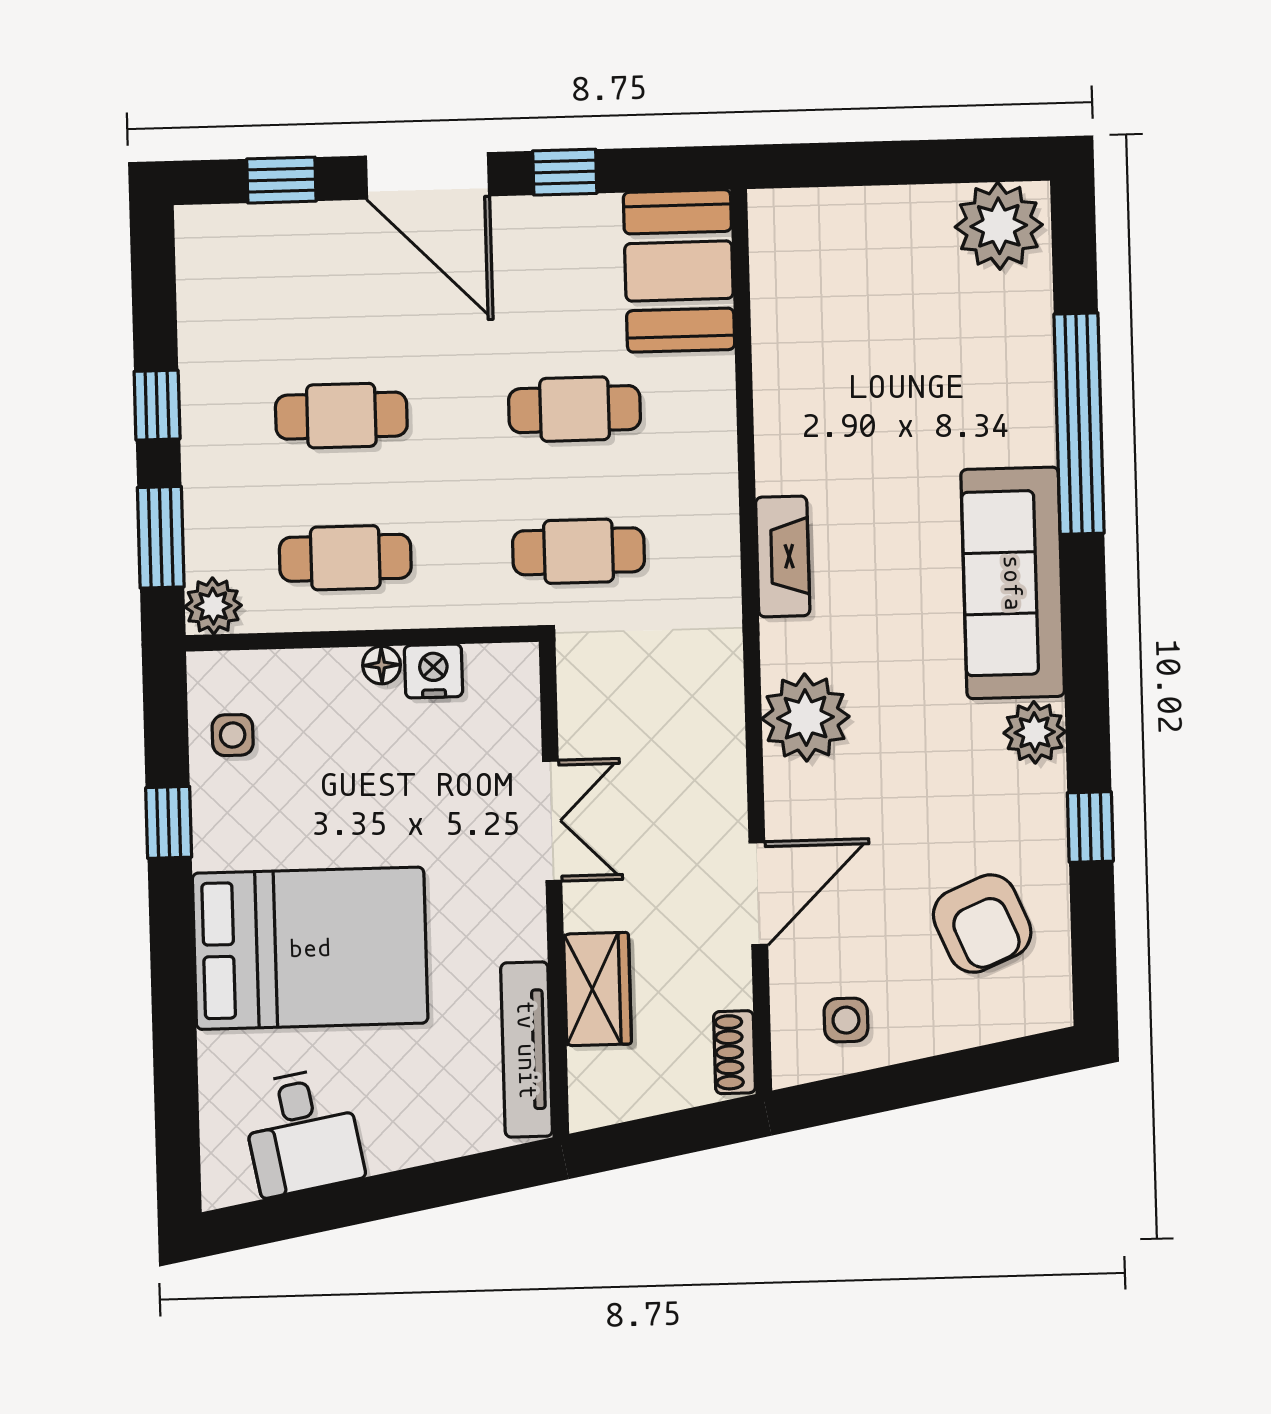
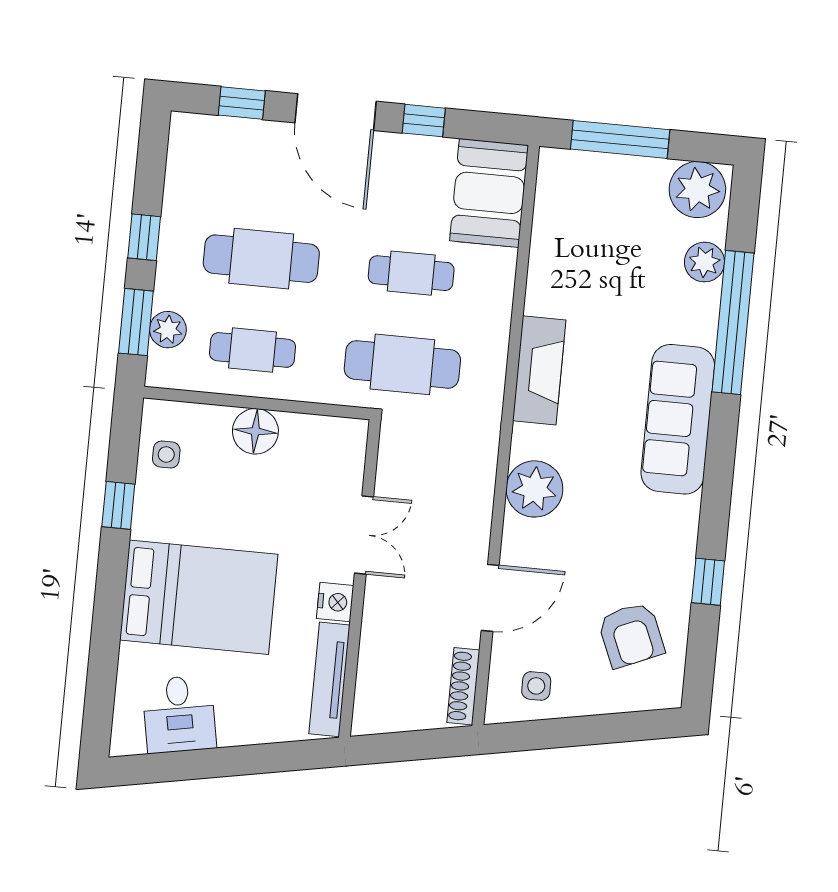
window: (870, 164) -> (620, 139), added
cafe table: (341, 416) -> (261, 259), width x1.37, depth x1.35
cafe table: (579, 551) -> (402, 364), width x1.37, depth x1.35
fireplace: (783, 556) -> (539, 370), width x1.37, depth x1.32
plant: (213, 606) -> (168, 330), moved
floor lamp: (382, 665) -> (255, 431), width x1.89, depth x1.89
nightstand: (433, 671) -> (335, 602), moved, turned 90
plant: (1035, 732) -> (704, 262), moved
wardrobe: (598, 989) -> (380, 646), removed
shoe rack: (735, 1052) -> (463, 686), width x1.43

